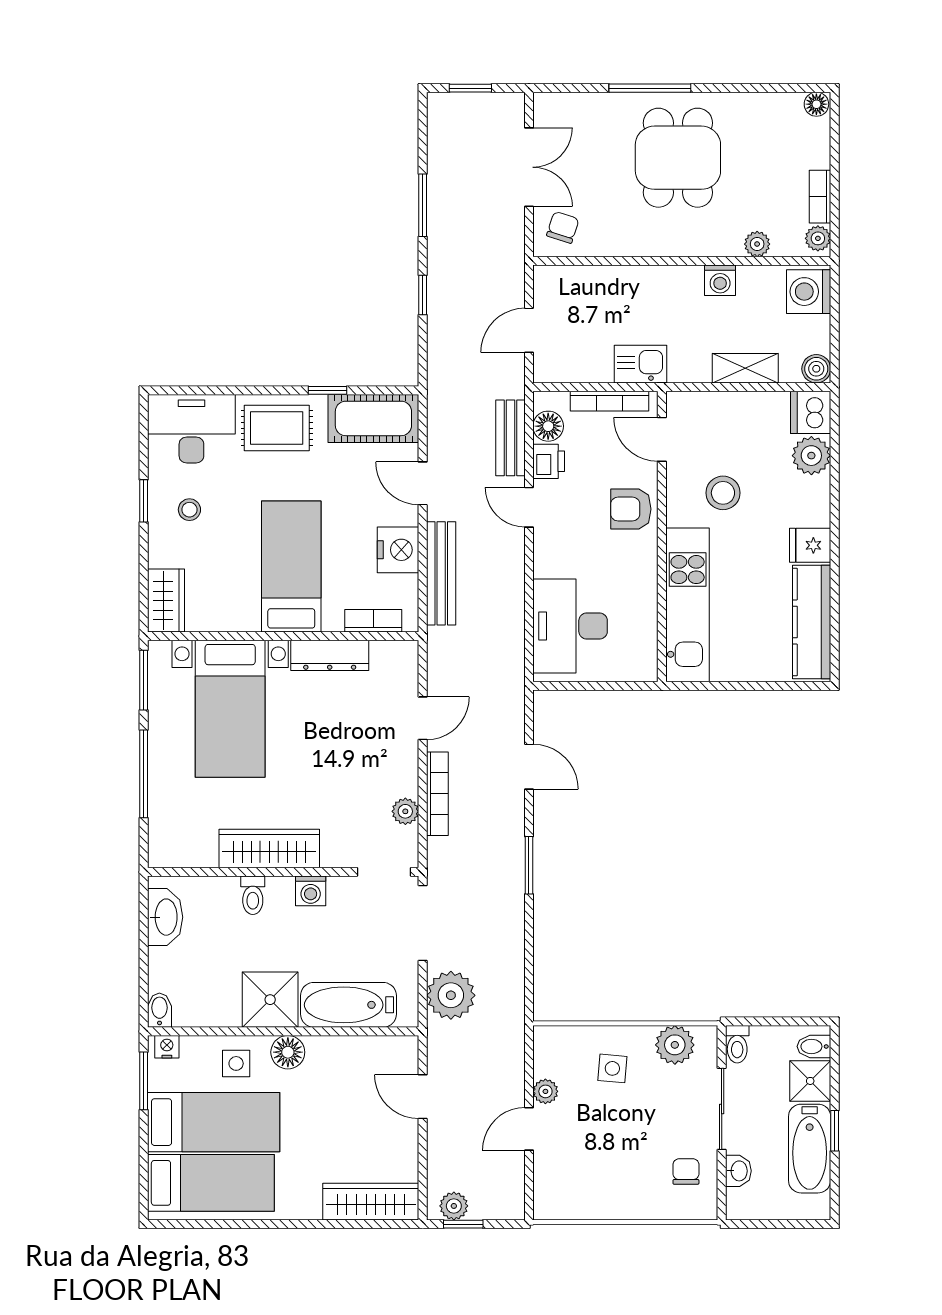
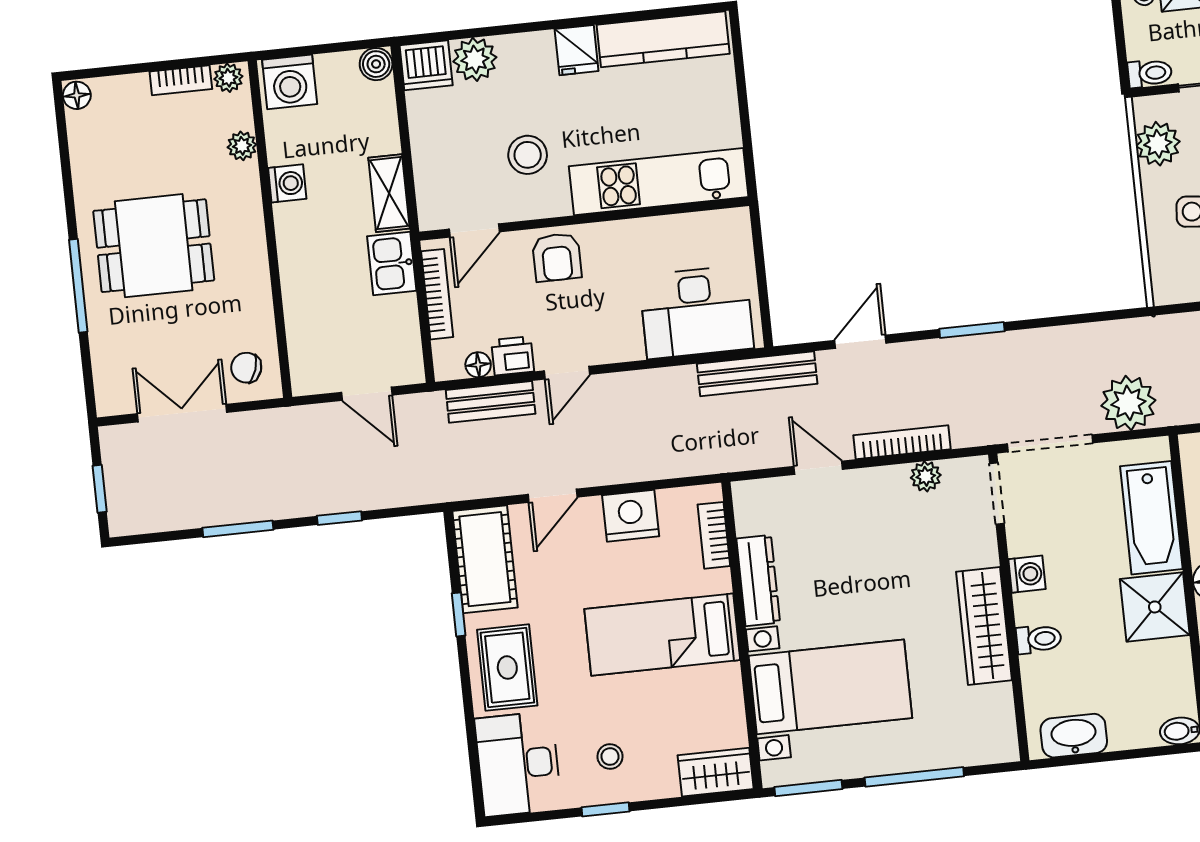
shelving: (745, 368) -> (389, 193), moved
floor lamp: (548, 426) -> (478, 365), width x0.73, depth x0.73
bench: (441, 573) -> (757, 374), moved

